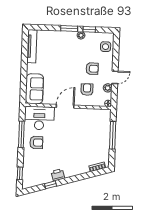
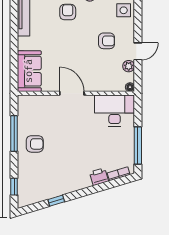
armchair: (87, 90) -> (68, 12), moved
door: (65, 106) -> (72, 93), hinge flipped
desk: (39, 118) -> (115, 111), moved
window: (113, 135) -> (138, 145), moved
printer: (58, 175) -> (99, 177), moved

